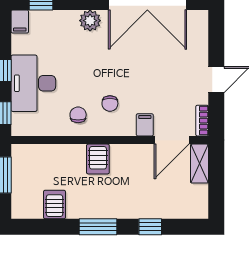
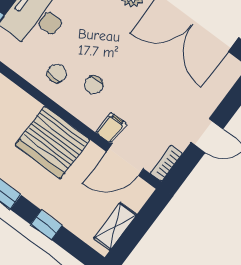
server rack: (98, 159) -> (52, 142), width x2.18, depth x1.44
shelving: (199, 164) -> (115, 226), moved

